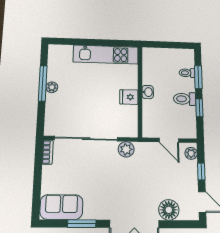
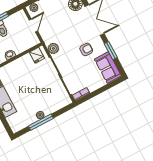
fridge: (129, 97) -> (37, 55), moved
armchair: (101, 191) -> (86, 50), added

